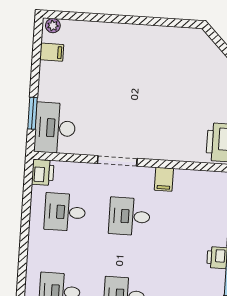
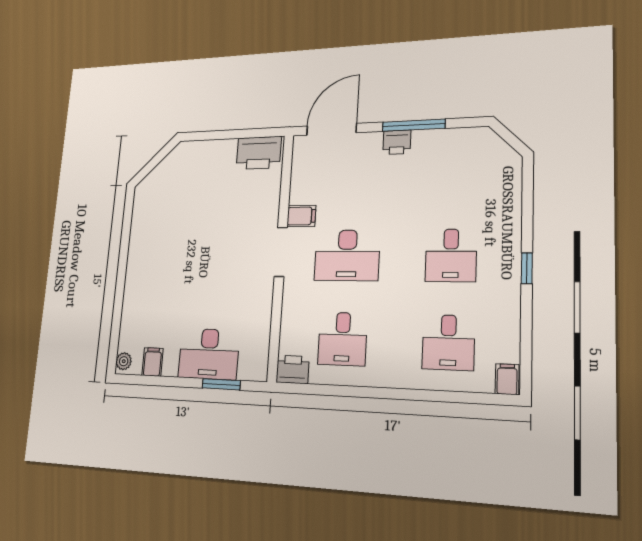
desk: (55, 128) -> (209, 354), moved
doorway: (117, 161) -> (281, 252), moved
desk: (129, 216) -> (347, 255), width x1.37

